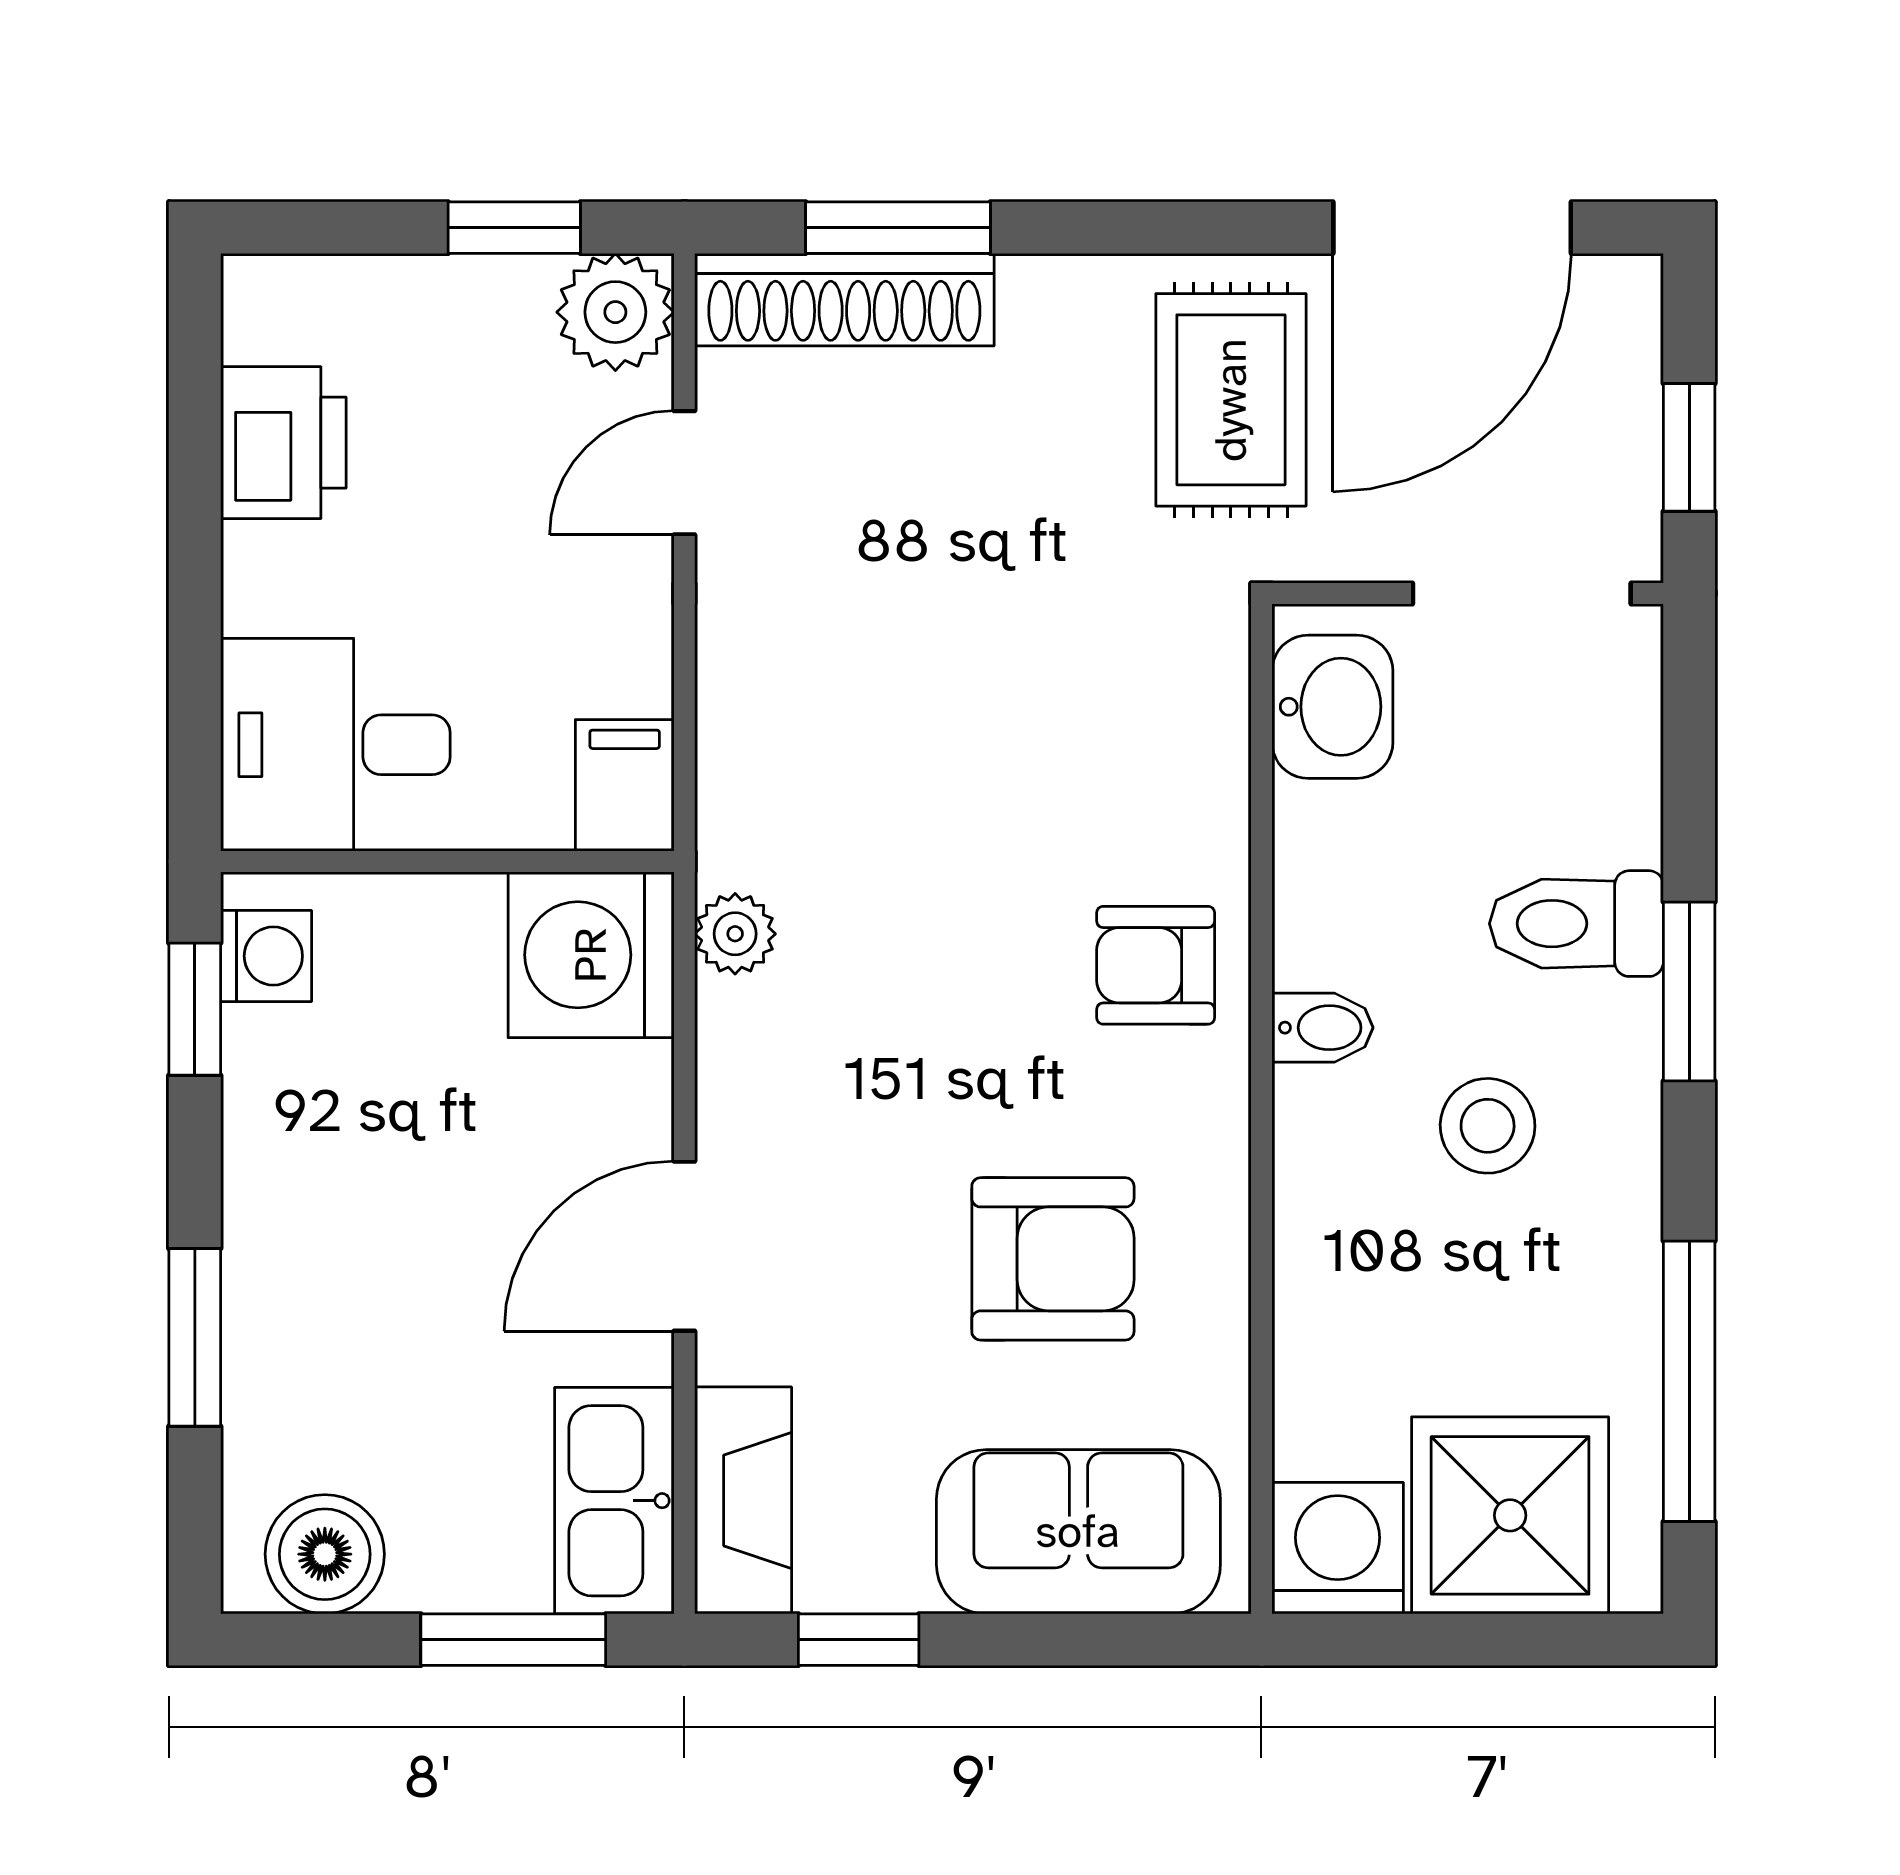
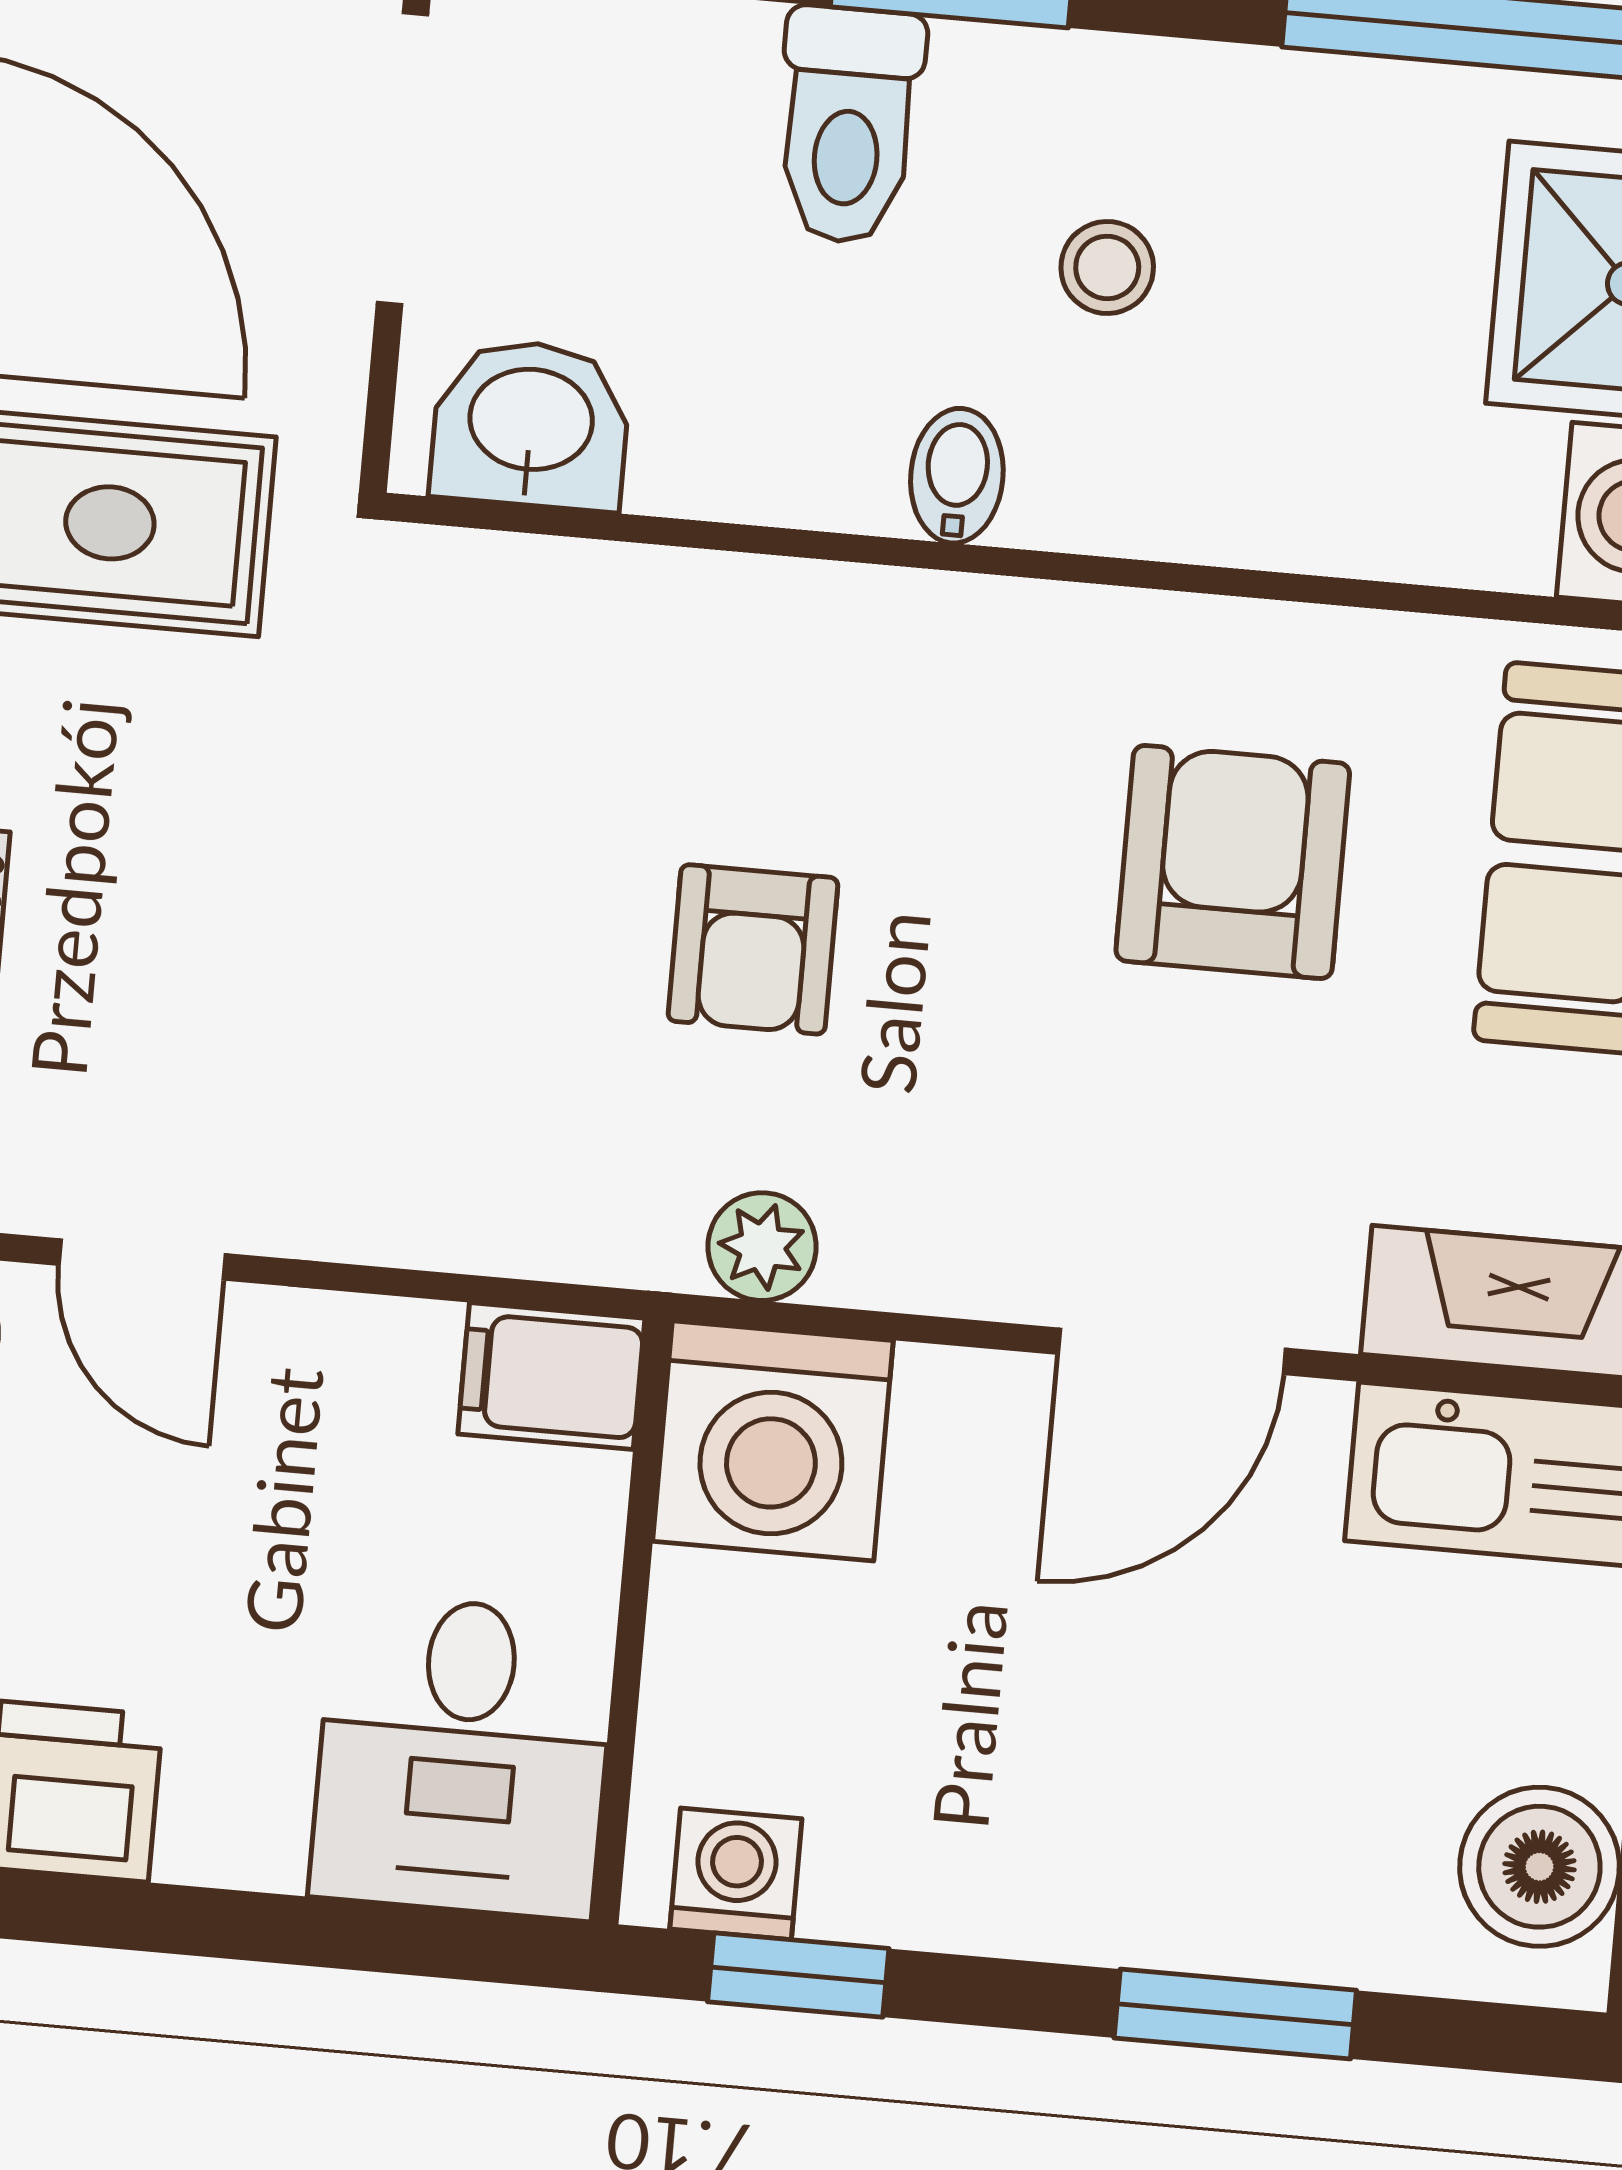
armchair: (1156, 965) -> (753, 949), moved
stool: (1488, 1126) -> (1107, 267), width x0.73, depth x0.73
door: (684, 1246) -> (1172, 1351), hinge flipped

